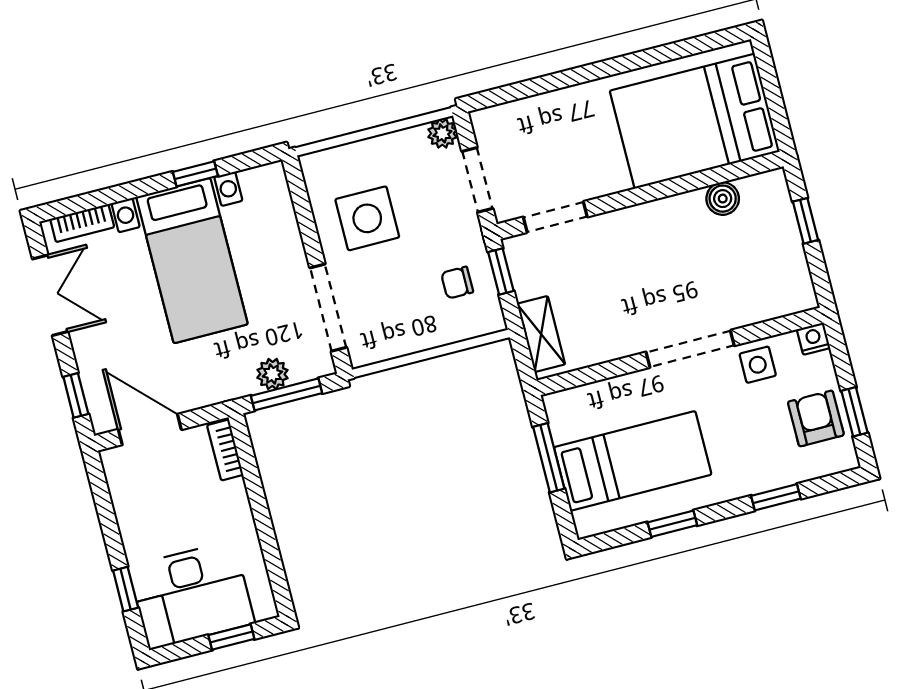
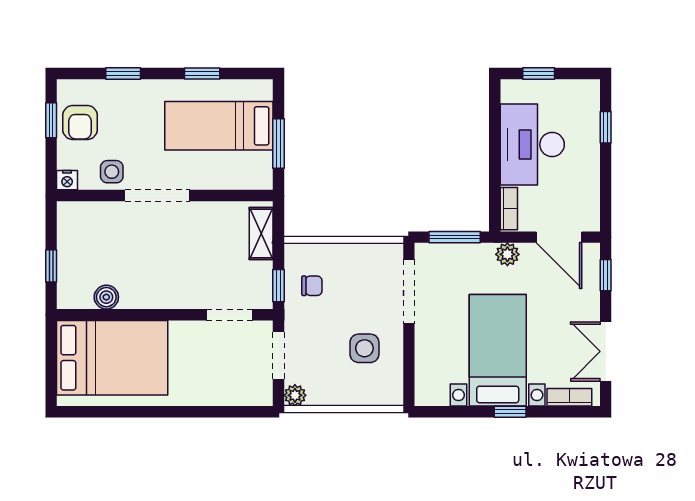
window: (195, 174) -> (510, 412), moved
side table: (367, 218) -> (364, 348), width x0.73, depth x0.73
plant: (272, 374) -> (507, 254), moved
desk: (192, 595) -> (532, 145), moved, turned -90

